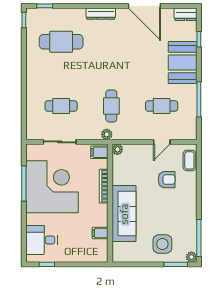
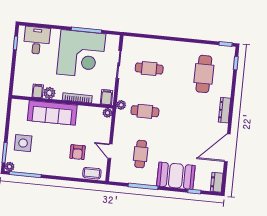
cafe table: (61, 106) -> (149, 68), turned 90
plant: (101, 219) -> (49, 93), added

